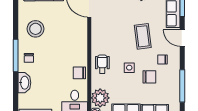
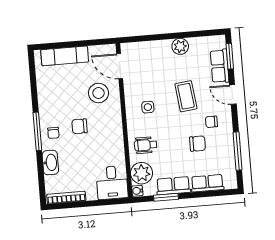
stool: (36, 29) -> (98, 93), moved
wheelchair: (102, 64) -> (146, 145), moved, turned -90
side table: (129, 68) -> (148, 107), moved
chair: (79, 73) -> (79, 126), moved

